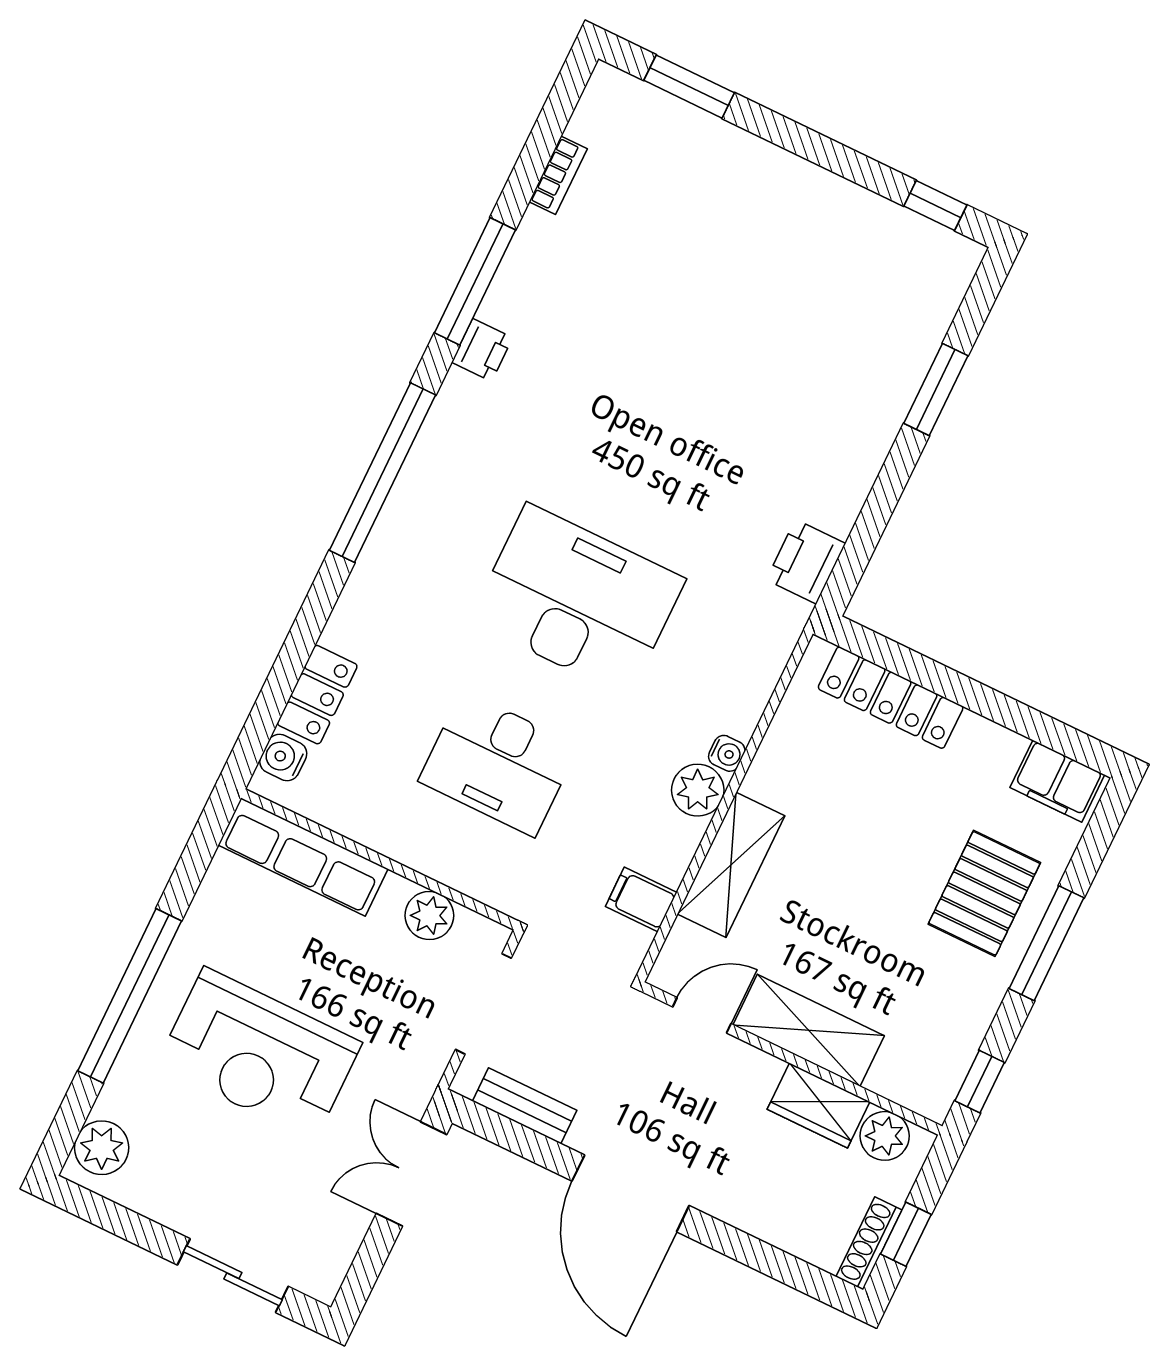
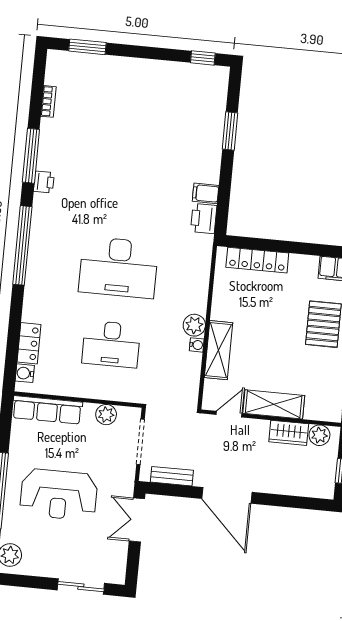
desk: (578, 600) -> (119, 267), turned 180
water cooler: (727, 753) -> (197, 345), moved
filing cabinet: (641, 899) -> (206, 193), moved
shoe rack: (869, 1243) -> (329, 480), removed

